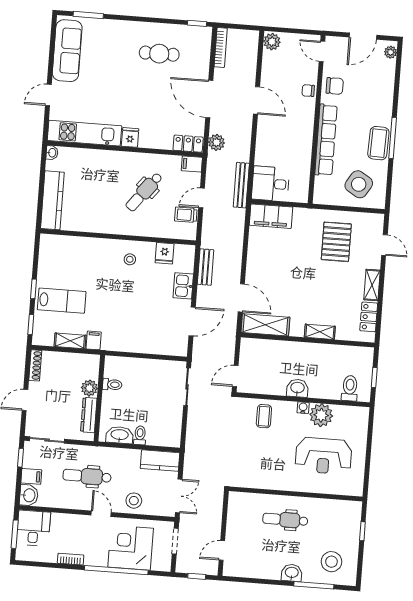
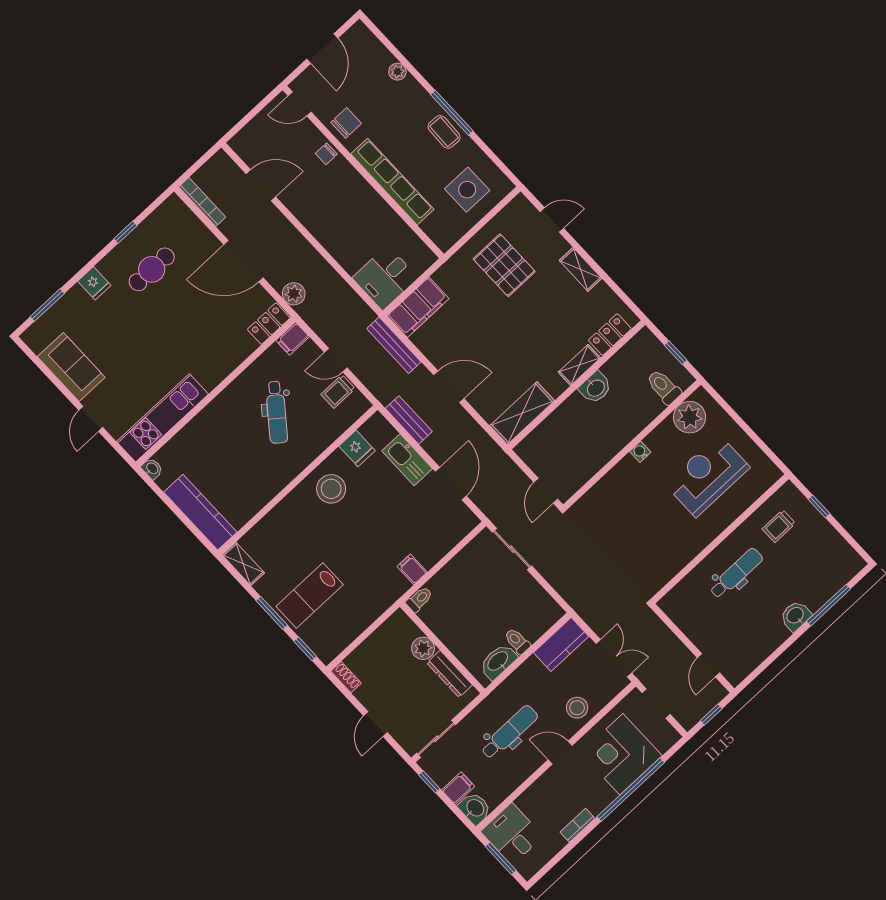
window: (197, 23) -> (125, 232), moved
plant: (272, 42) -> (244, 145), removed
sofa: (67, 51) -> (71, 367), width x0.73
plant: (391, 52) -> (397, 72), moved
door: (257, 100) -> (261, 185), moved
fridge: (130, 137) -> (94, 283), moved, turned 180
coffee table: (378, 143) -> (444, 132), width x0.73, depth x0.77
side table: (359, 184) -> (467, 190), turned -31
bench: (241, 185) -> (394, 345), moved
door: (202, 198) -> (336, 360), hinge flipped
stool: (130, 259) -> (331, 489), width x1.89, depth x1.89
kitchen sink: (183, 286) -> (407, 460), width x1.38
window: (33, 289) -> (272, 613), width x1.50
door: (241, 298) -> (449, 387), moved
lab bench: (62, 301) -> (310, 595), turned 180
locker: (369, 317) -> (610, 335), moved, turned 90
filing cabinet: (94, 340) -> (412, 569), moved
shelving: (70, 341) -> (243, 564), moved, turned 90
shoe rack: (35, 365) -> (346, 677), width x0.70
toilet: (112, 385) -> (419, 599), moved
washbasin: (297, 388) -> (595, 388), moved, turned 180
plant: (321, 415) -> (690, 417), moved
coffee table: (264, 416) -> (613, 499), removed
reception desk: (323, 456) -> (707, 476), turned 180
dental chair: (87, 476) -> (509, 732), turned 180
trolley: (332, 519) -> (779, 526), added
dental chair: (285, 520) -> (736, 573), turned 180
stool: (331, 562) -> (821, 566), removed

